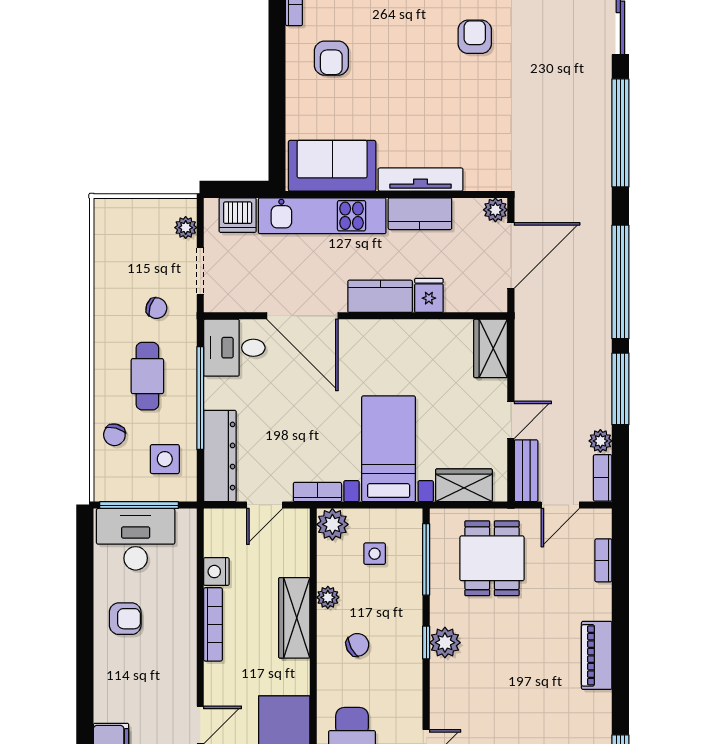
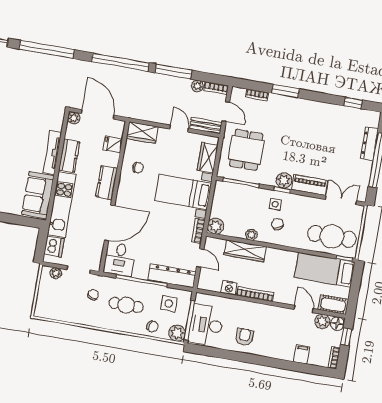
fridge: (429, 295) -> (113, 144), moved
chair: (420, 352) -> (138, 168), added
plant: (110, 485) -> (177, 333), added
side table: (375, 554) -> (275, 204), moved
dining table: (492, 558) -> (246, 150), turned 90
window: (620, 615) -> (286, 91), added
wardrobe: (294, 618) -> (245, 251), moved
piano: (597, 655) -> (310, 185), moved, turned 180

